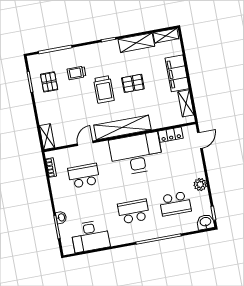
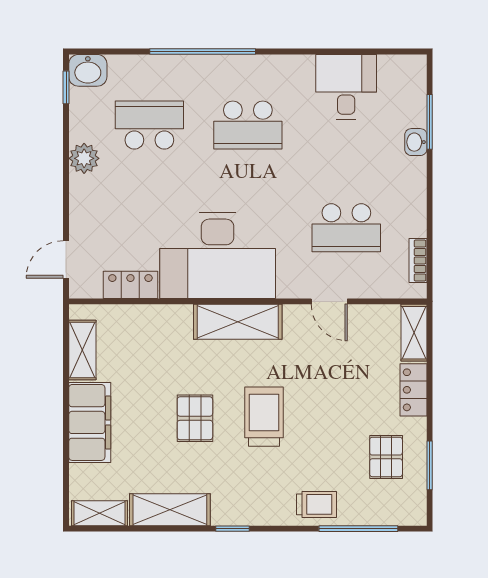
trolley: (76, 73) -> (316, 504), moved
pallet: (133, 83) -> (195, 418), turned 90
locker: (43, 112) -> (413, 390), added
shelving: (122, 127) -> (238, 322), width x0.68
door: (85, 143) -> (329, 301), hinge flipped
desk: (90, 236) -> (346, 87), width x0.73

